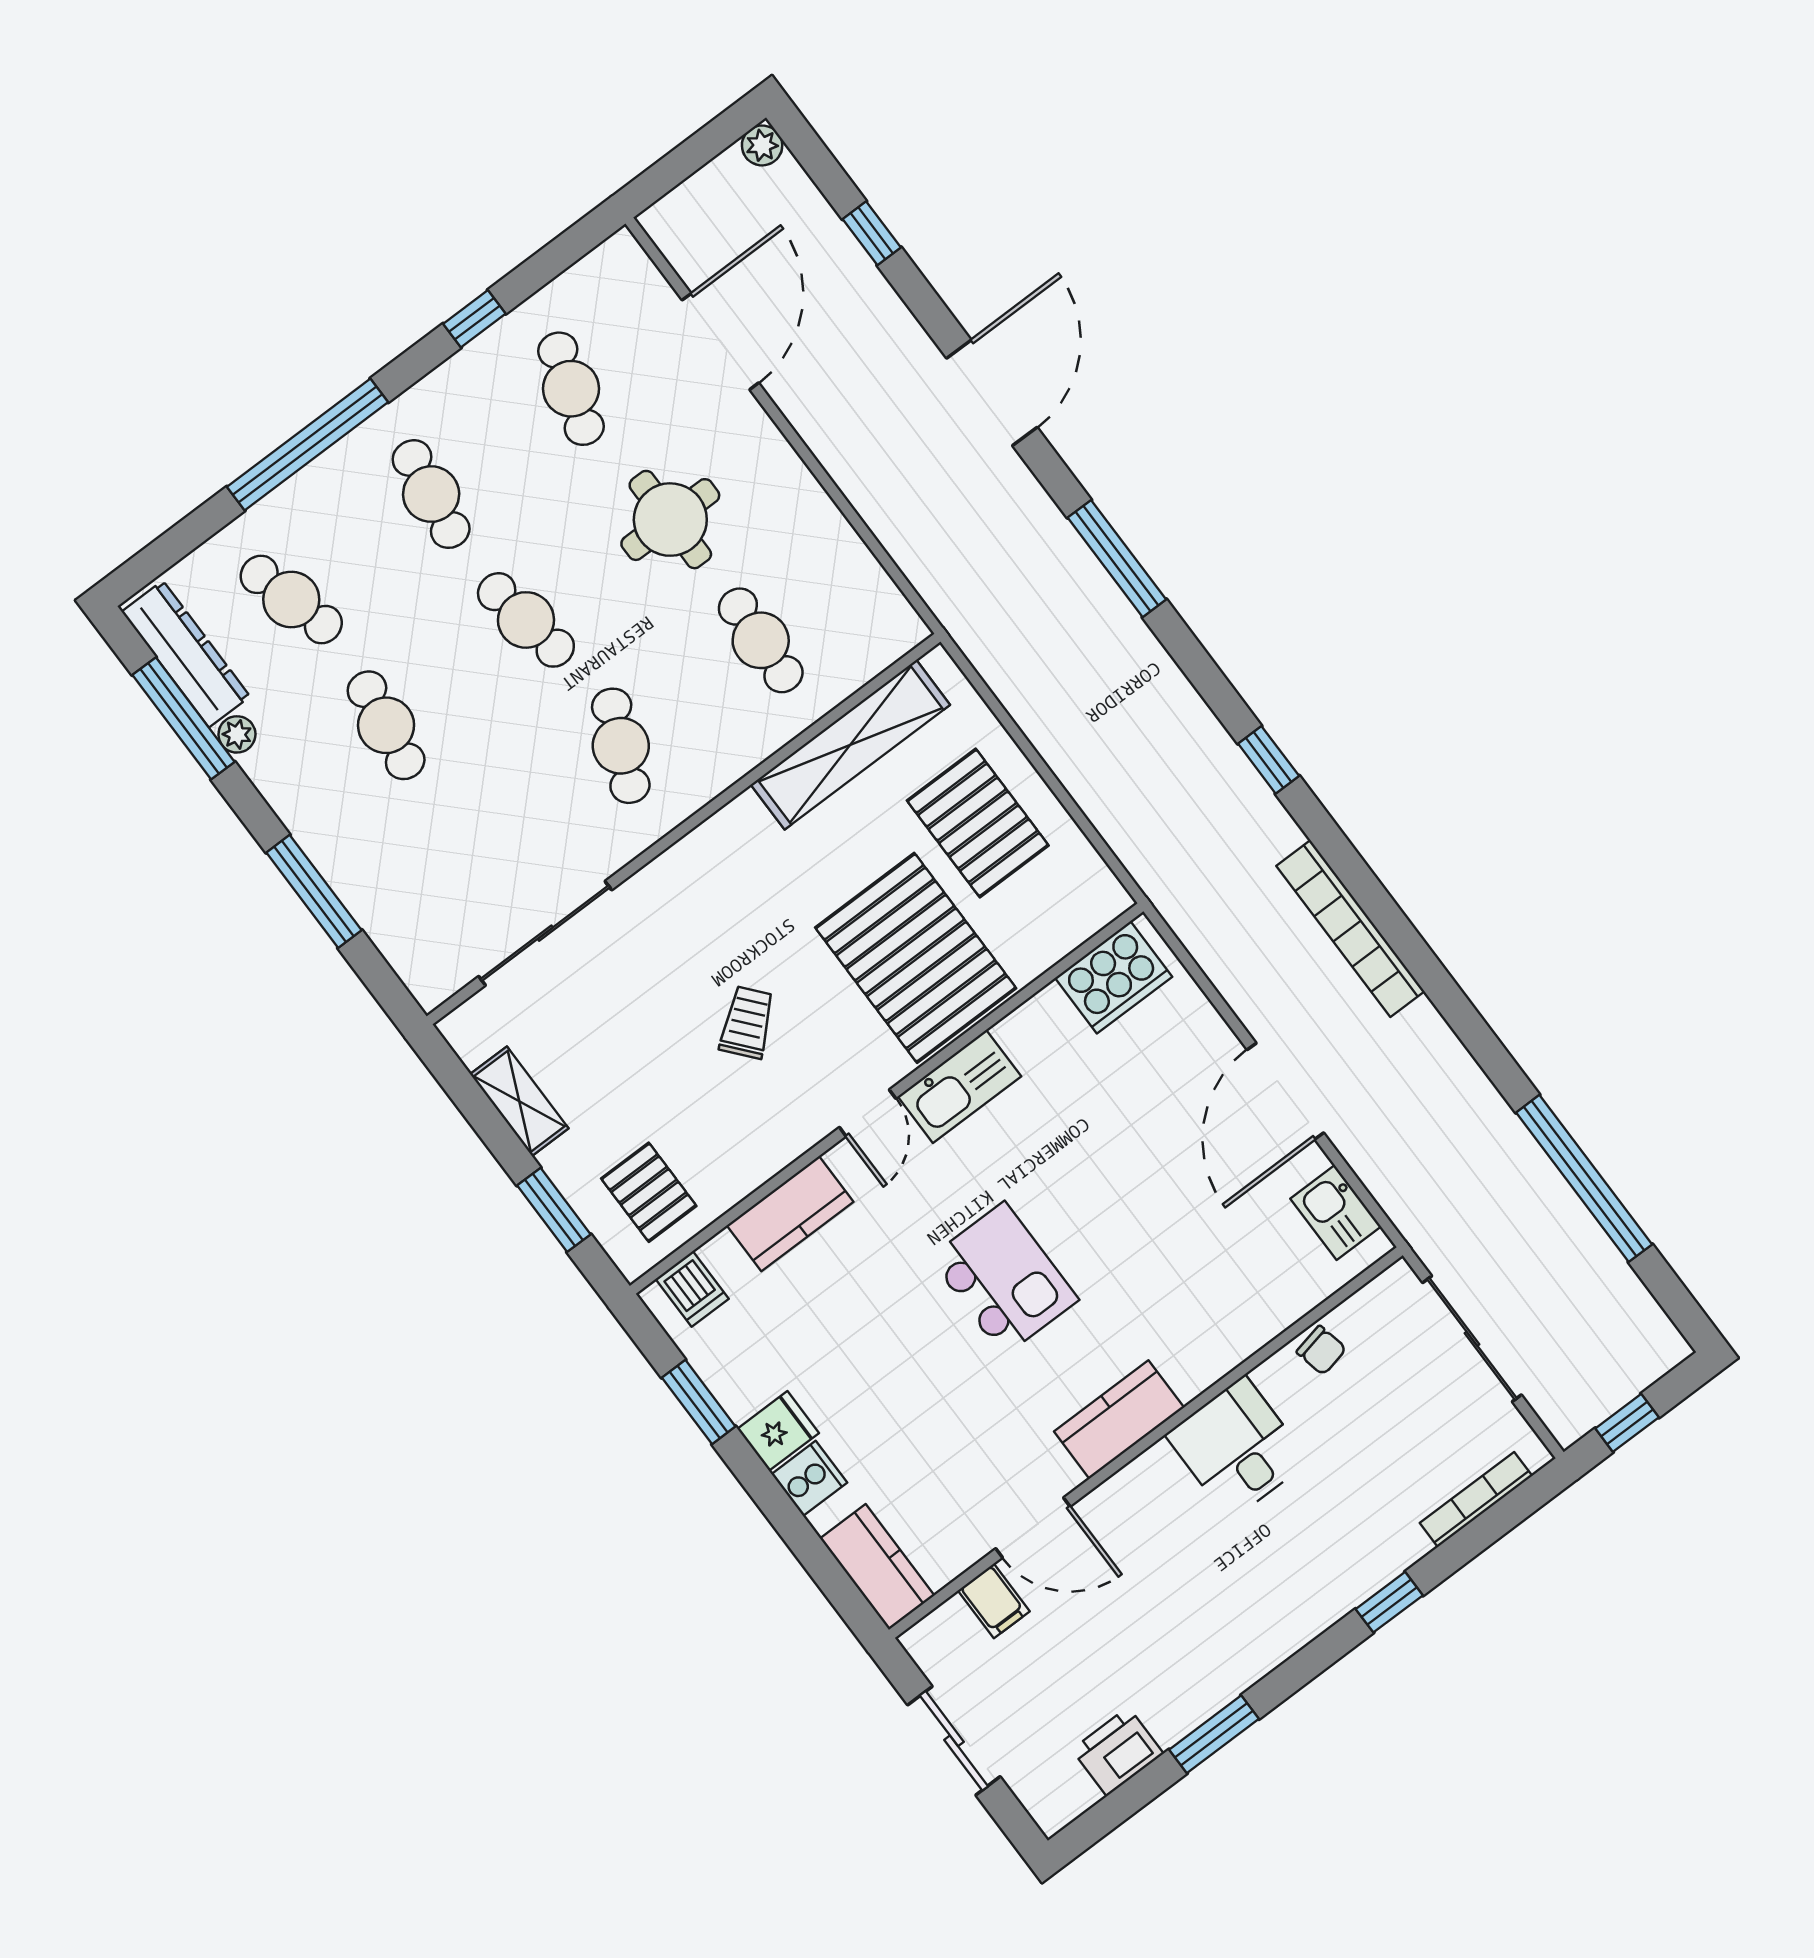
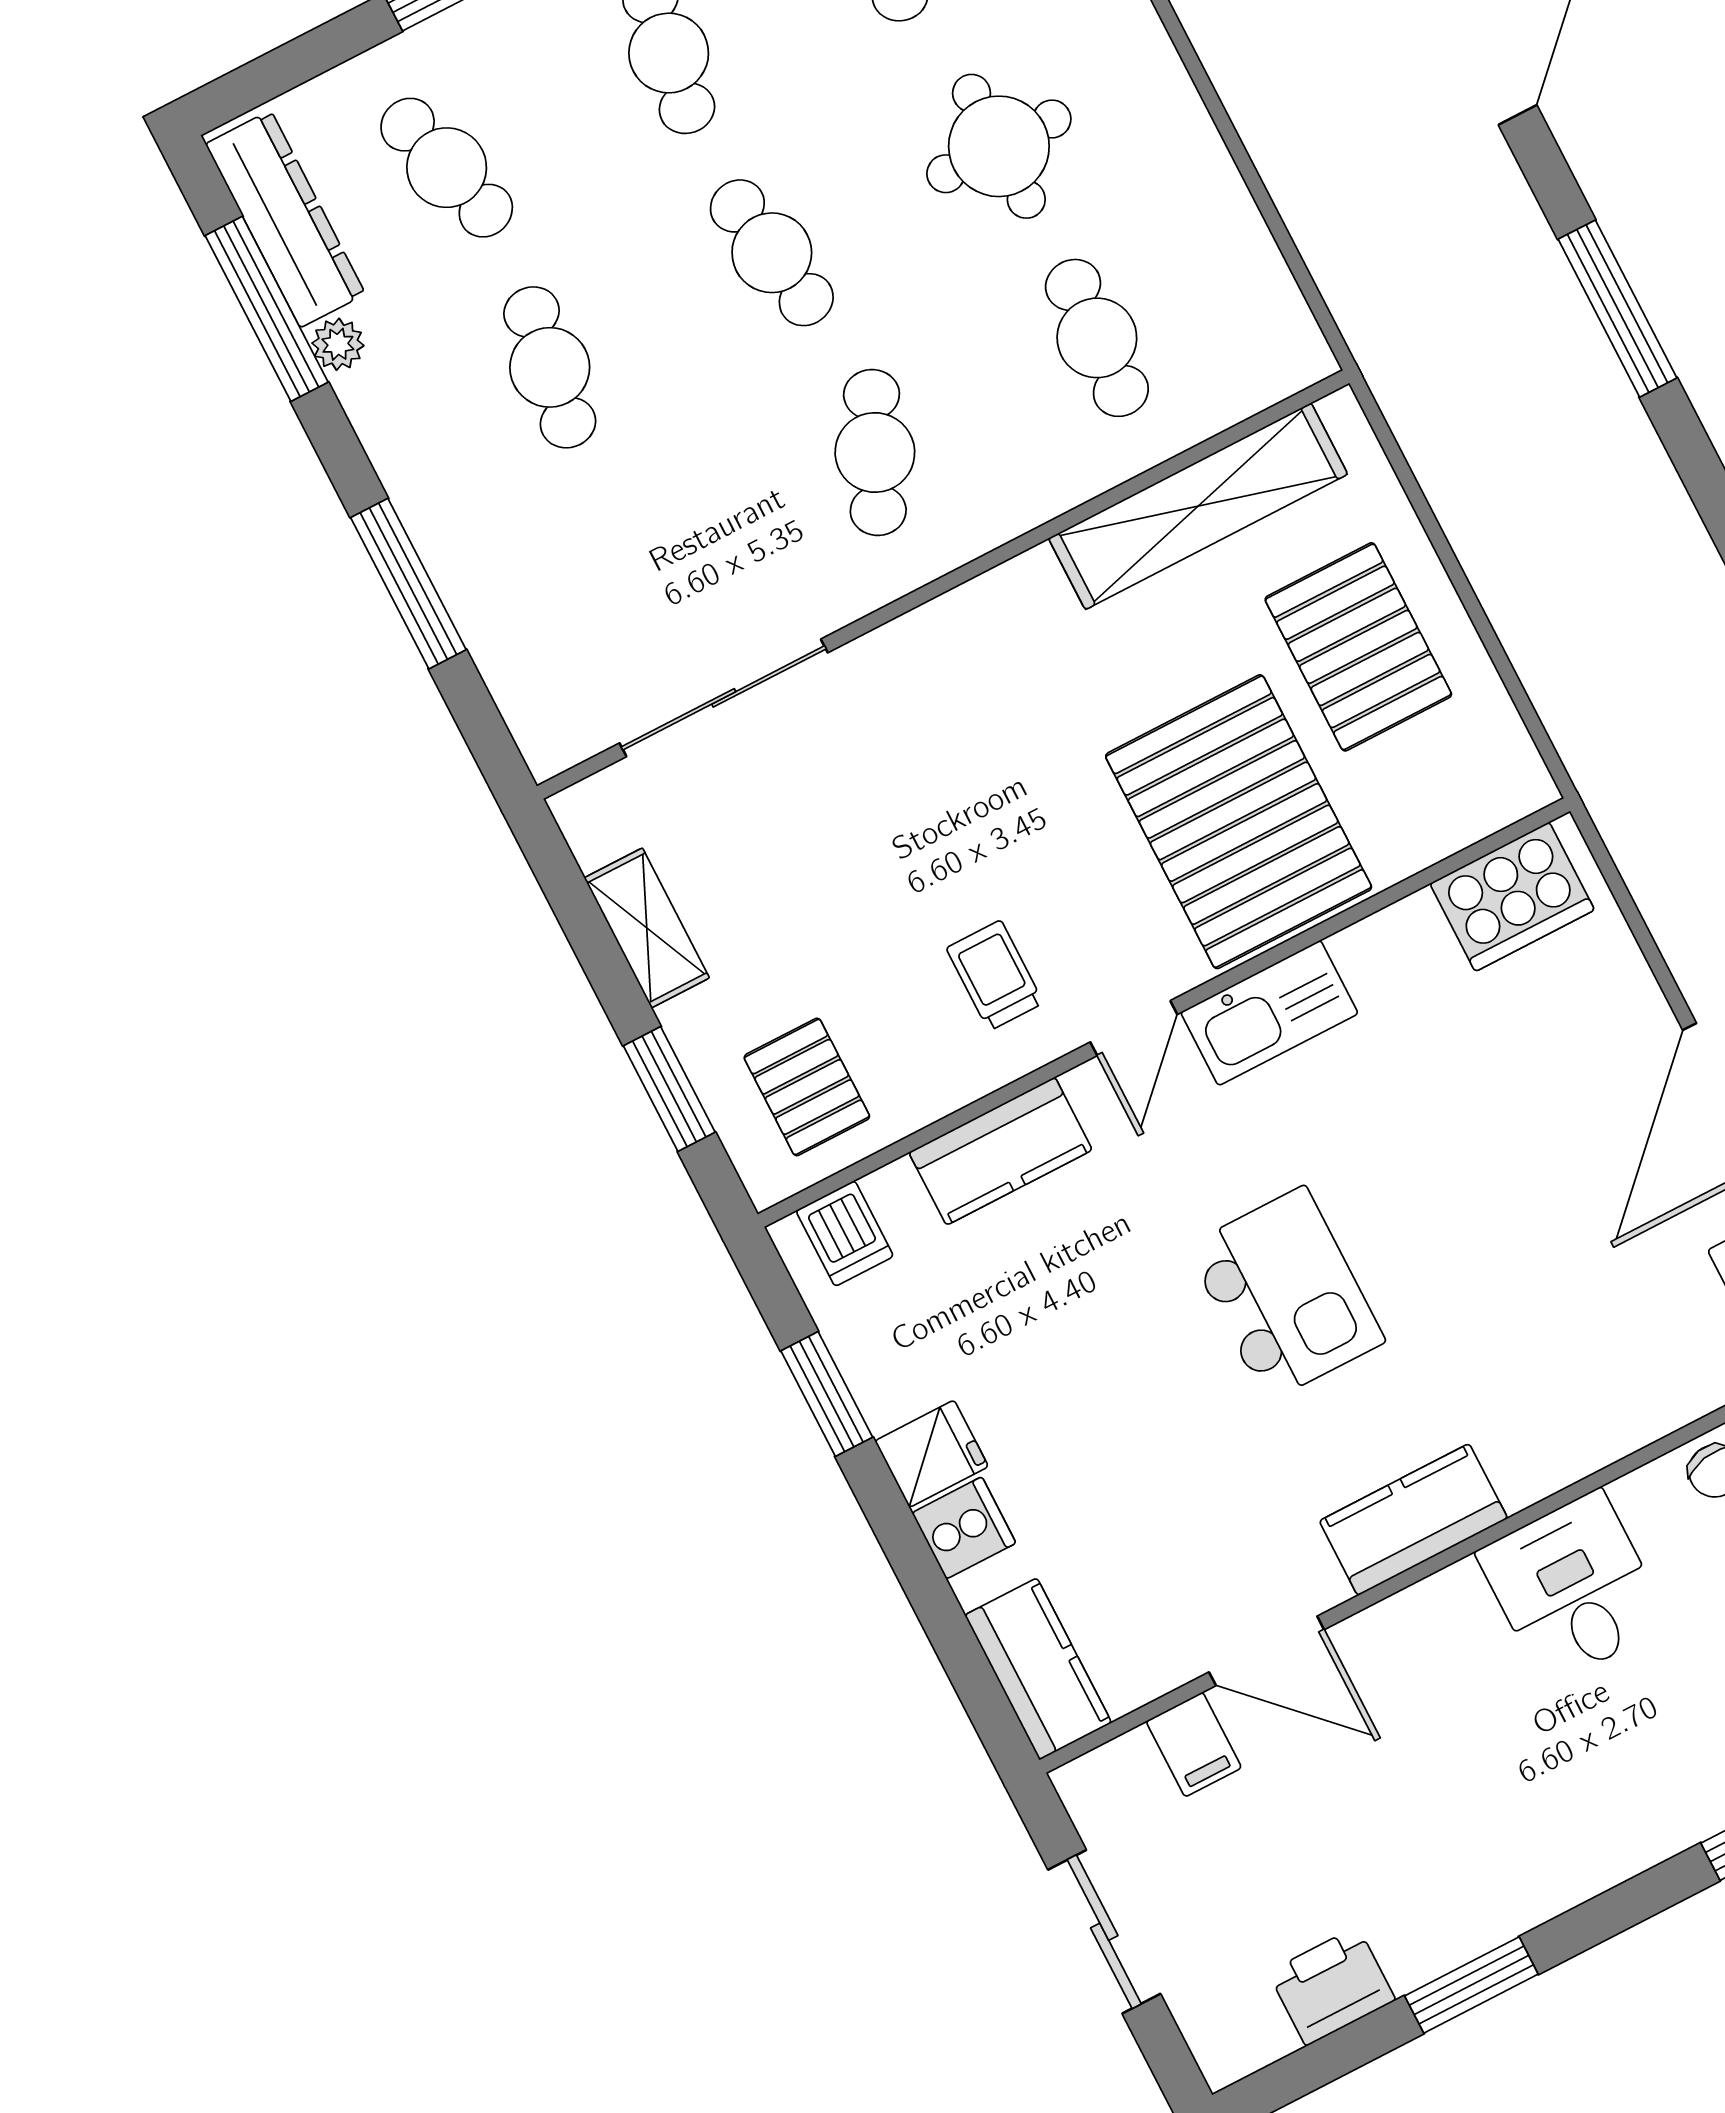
trolley: (747, 1022) -> (995, 975), moved, turned -50

